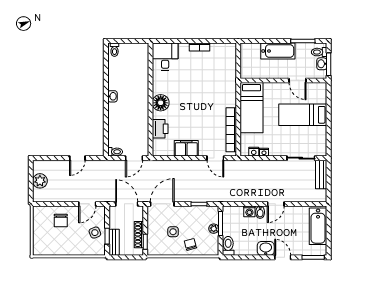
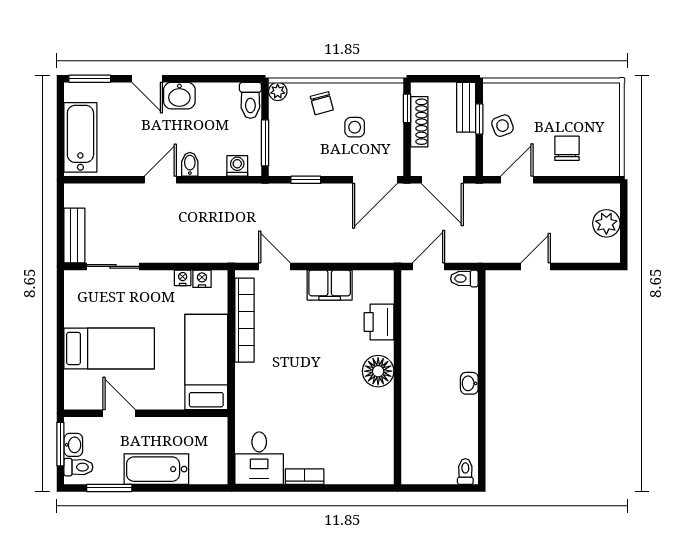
desk: (165, 57) -> (259, 458), moved
washing machine: (249, 211) -> (237, 166), moved
plant: (214, 229) -> (278, 91), moved

